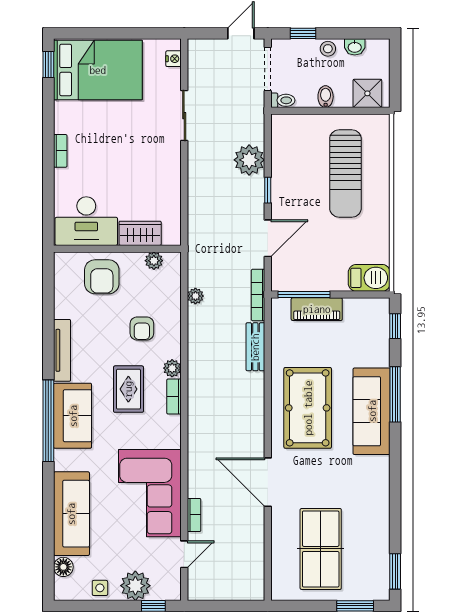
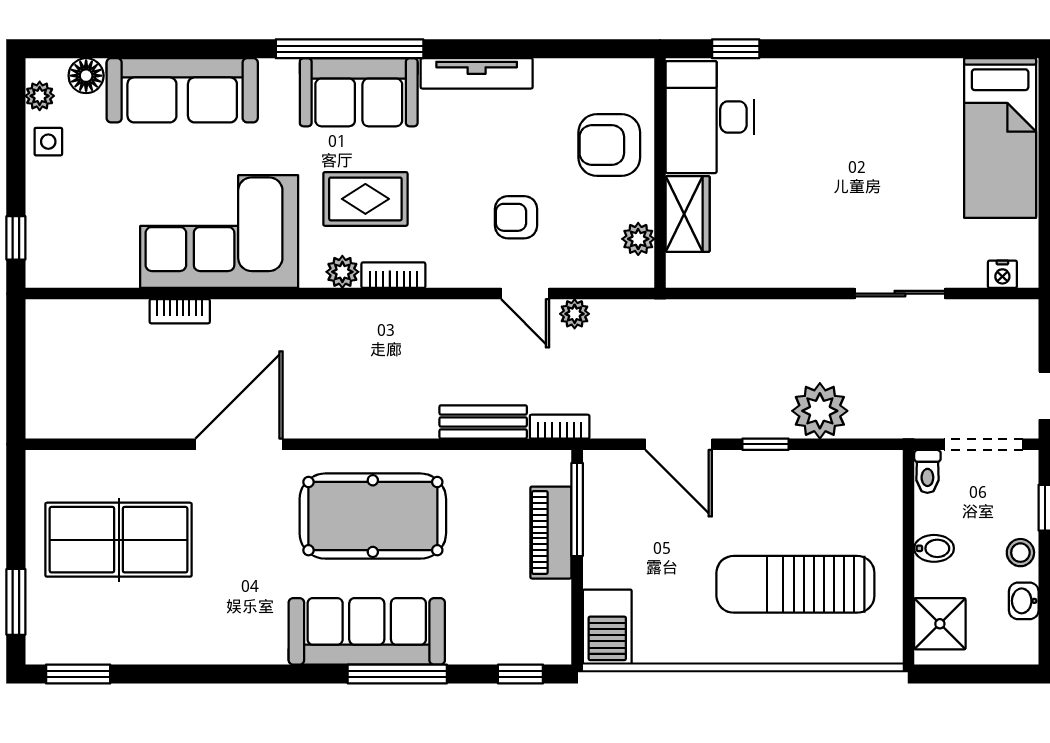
window: (48, 64) -> (736, 49), moved
bed: (98, 70) -> (1000, 138), width x0.67
bookcase: (60, 151) -> (836, 70), removed
bookcase: (258, 295) -> (560, 427), width x0.64
plant: (172, 368) -> (342, 272), moved
rug: (128, 389) -> (365, 199), moved
door: (184, 554) -> (525, 294), moved
plant: (135, 586) -> (40, 96), moved, width x0.53, depth x0.53

